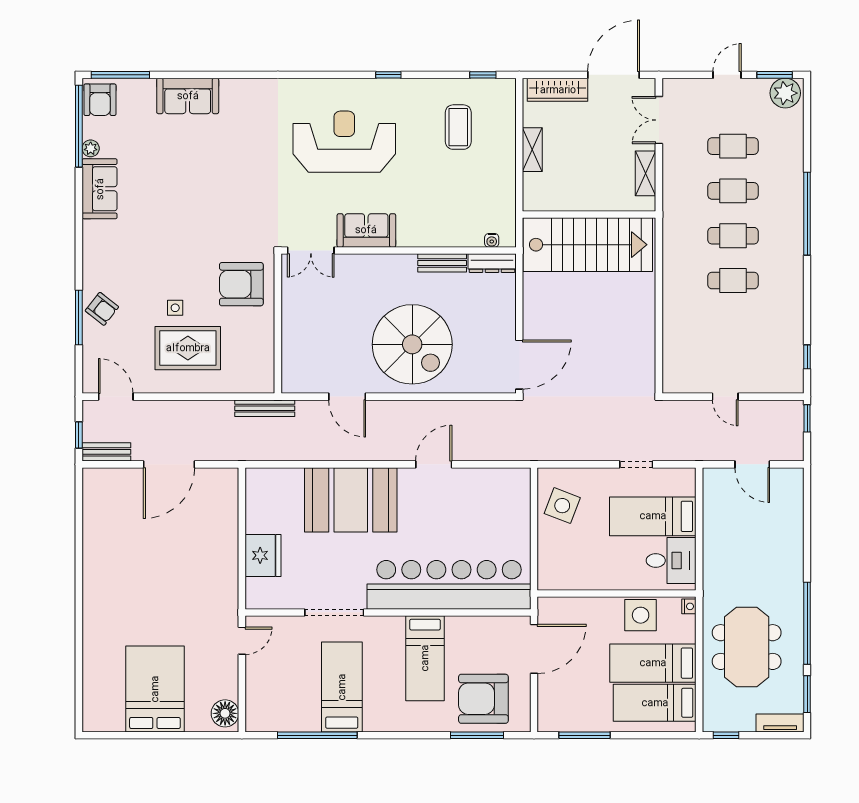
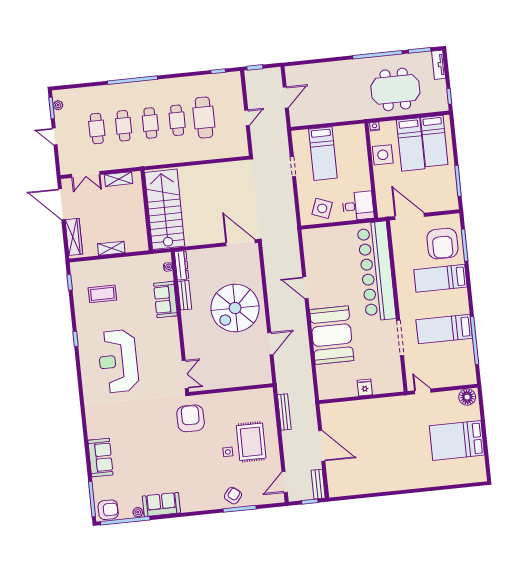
plant: (785, 93) -> (58, 105), width x0.53, depth x0.53
sofa: (366, 230) -> (165, 299), moved
armchair: (241, 284) -> (191, 418), moved, turned 180
cafe table: (733, 325) -> (204, 117), added
spiral stairs: (412, 344) -> (235, 308), turned 180
bench: (265, 408) -> (284, 412), moved
fridge: (263, 555) -> (365, 387), width x0.53, depth x0.75
desk: (671, 560) -> (358, 206), moved, turned 90
bed: (425, 658) -> (440, 278), moved, turned 180

